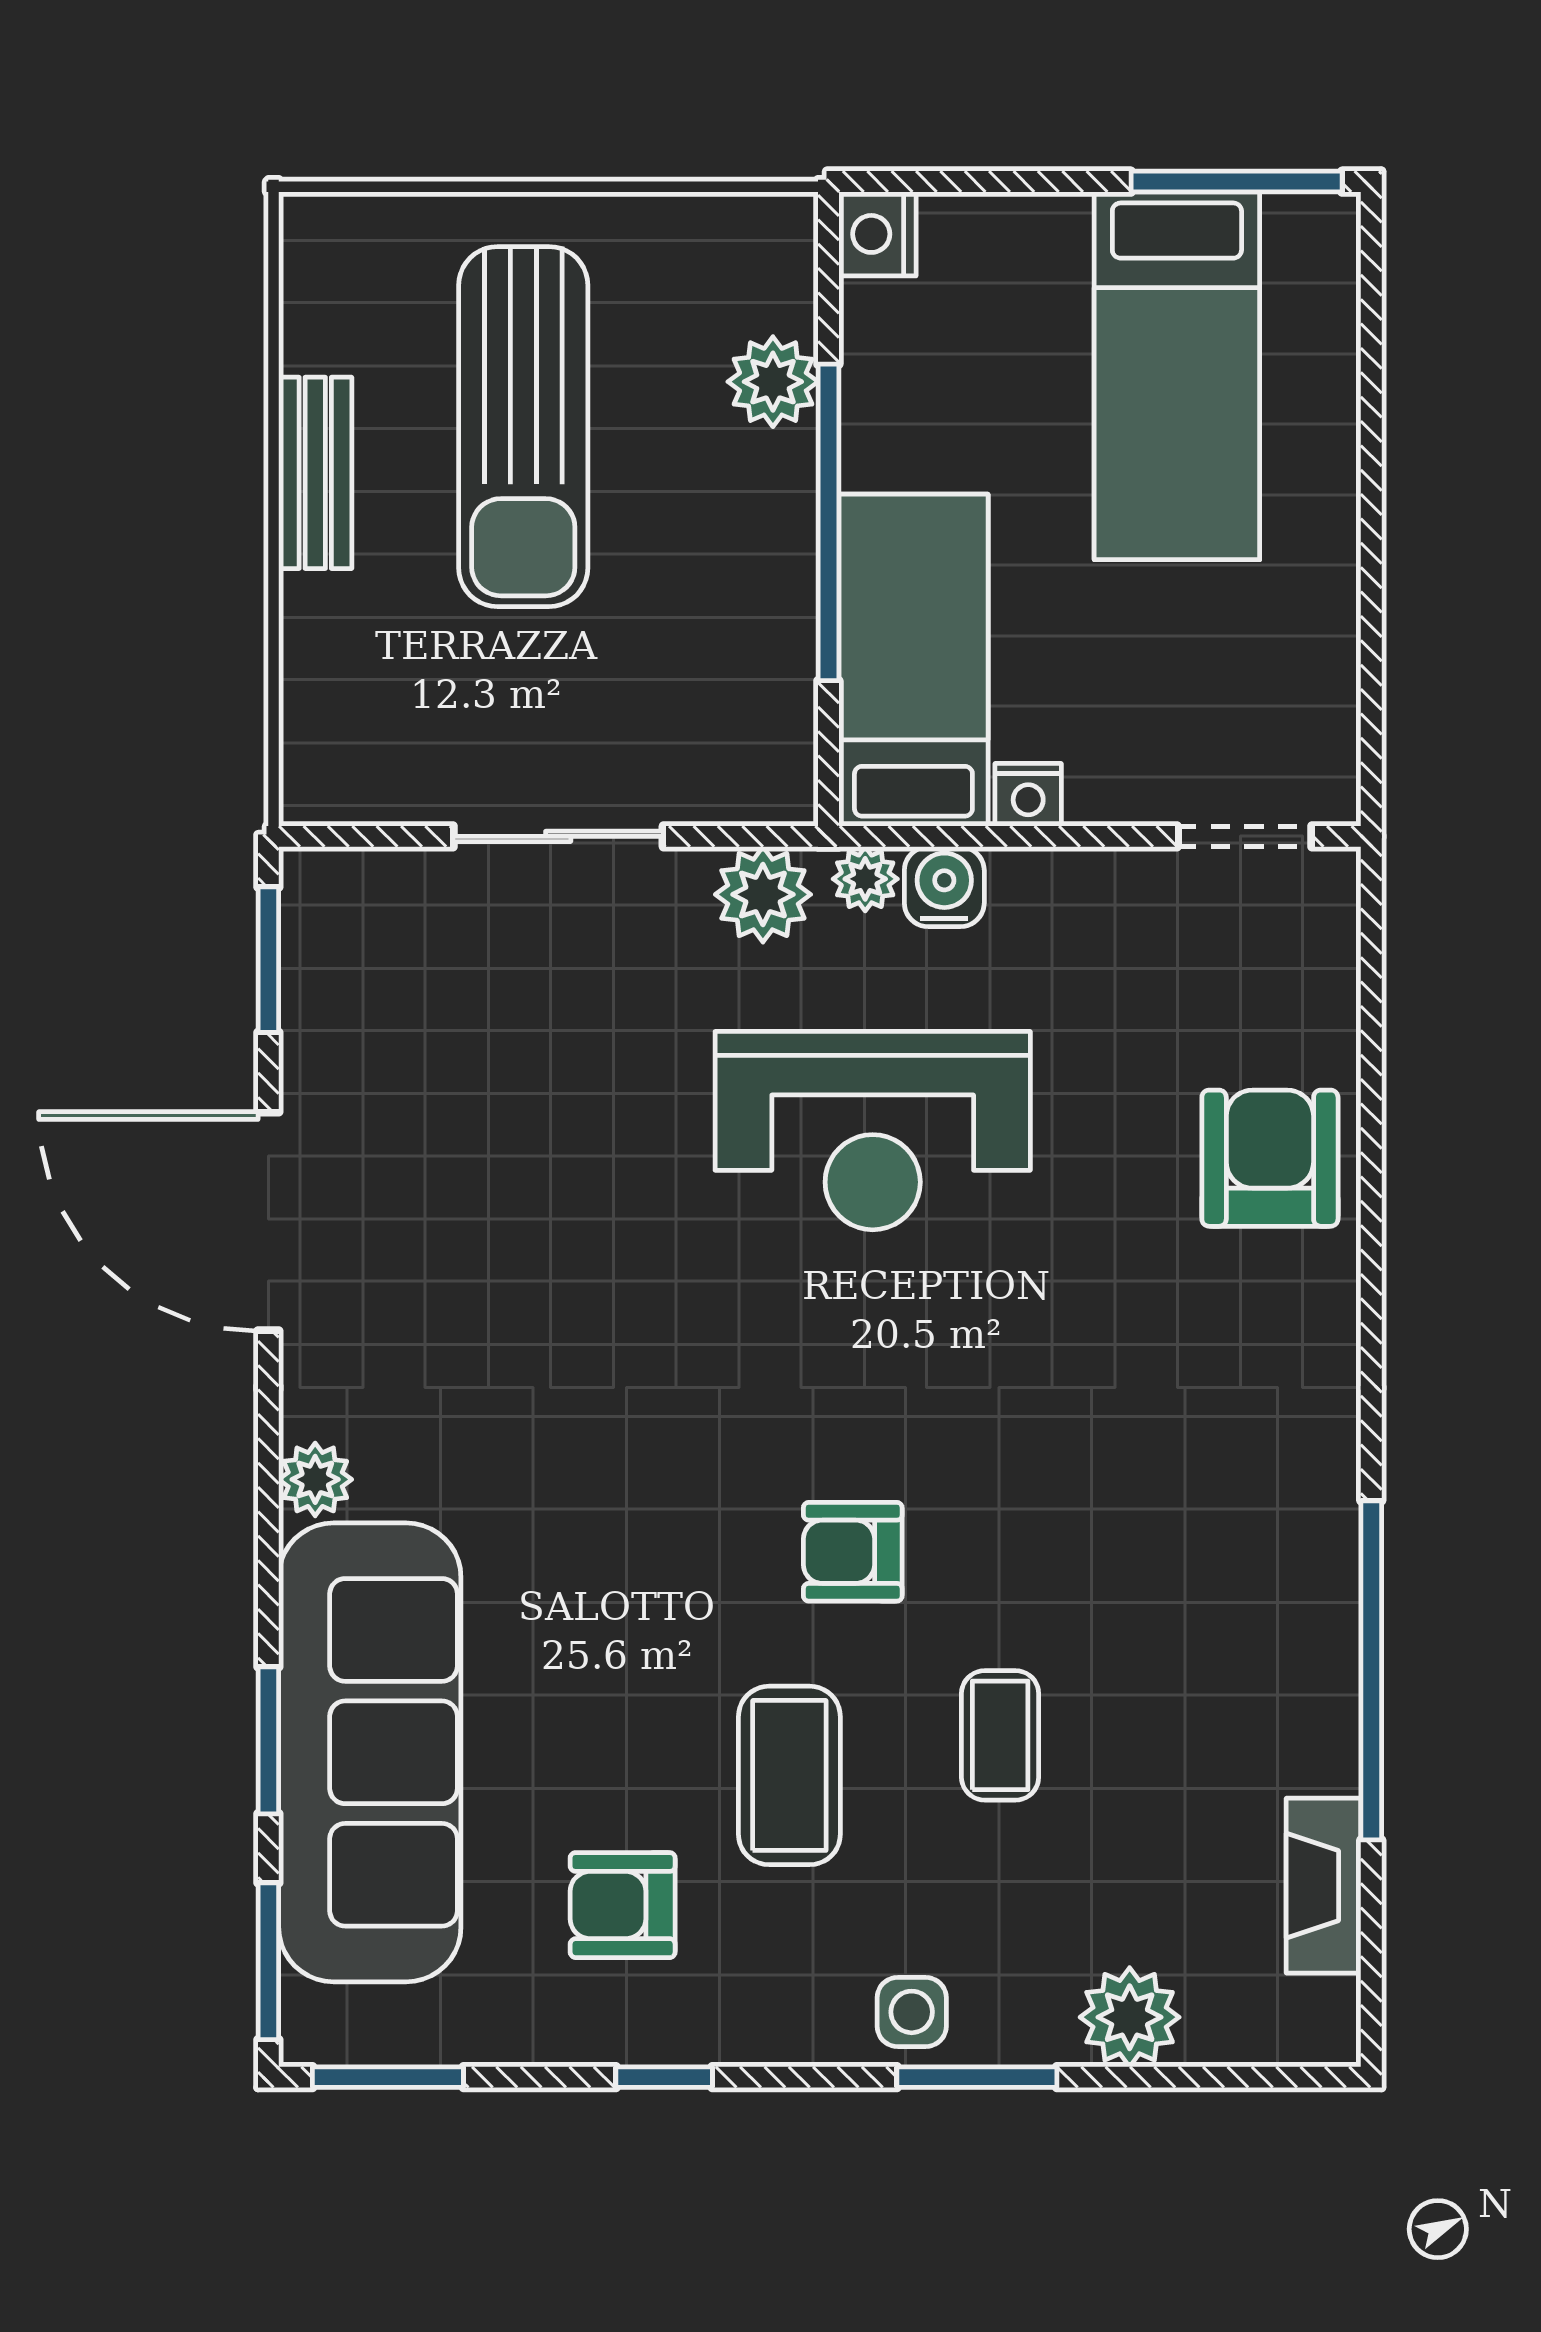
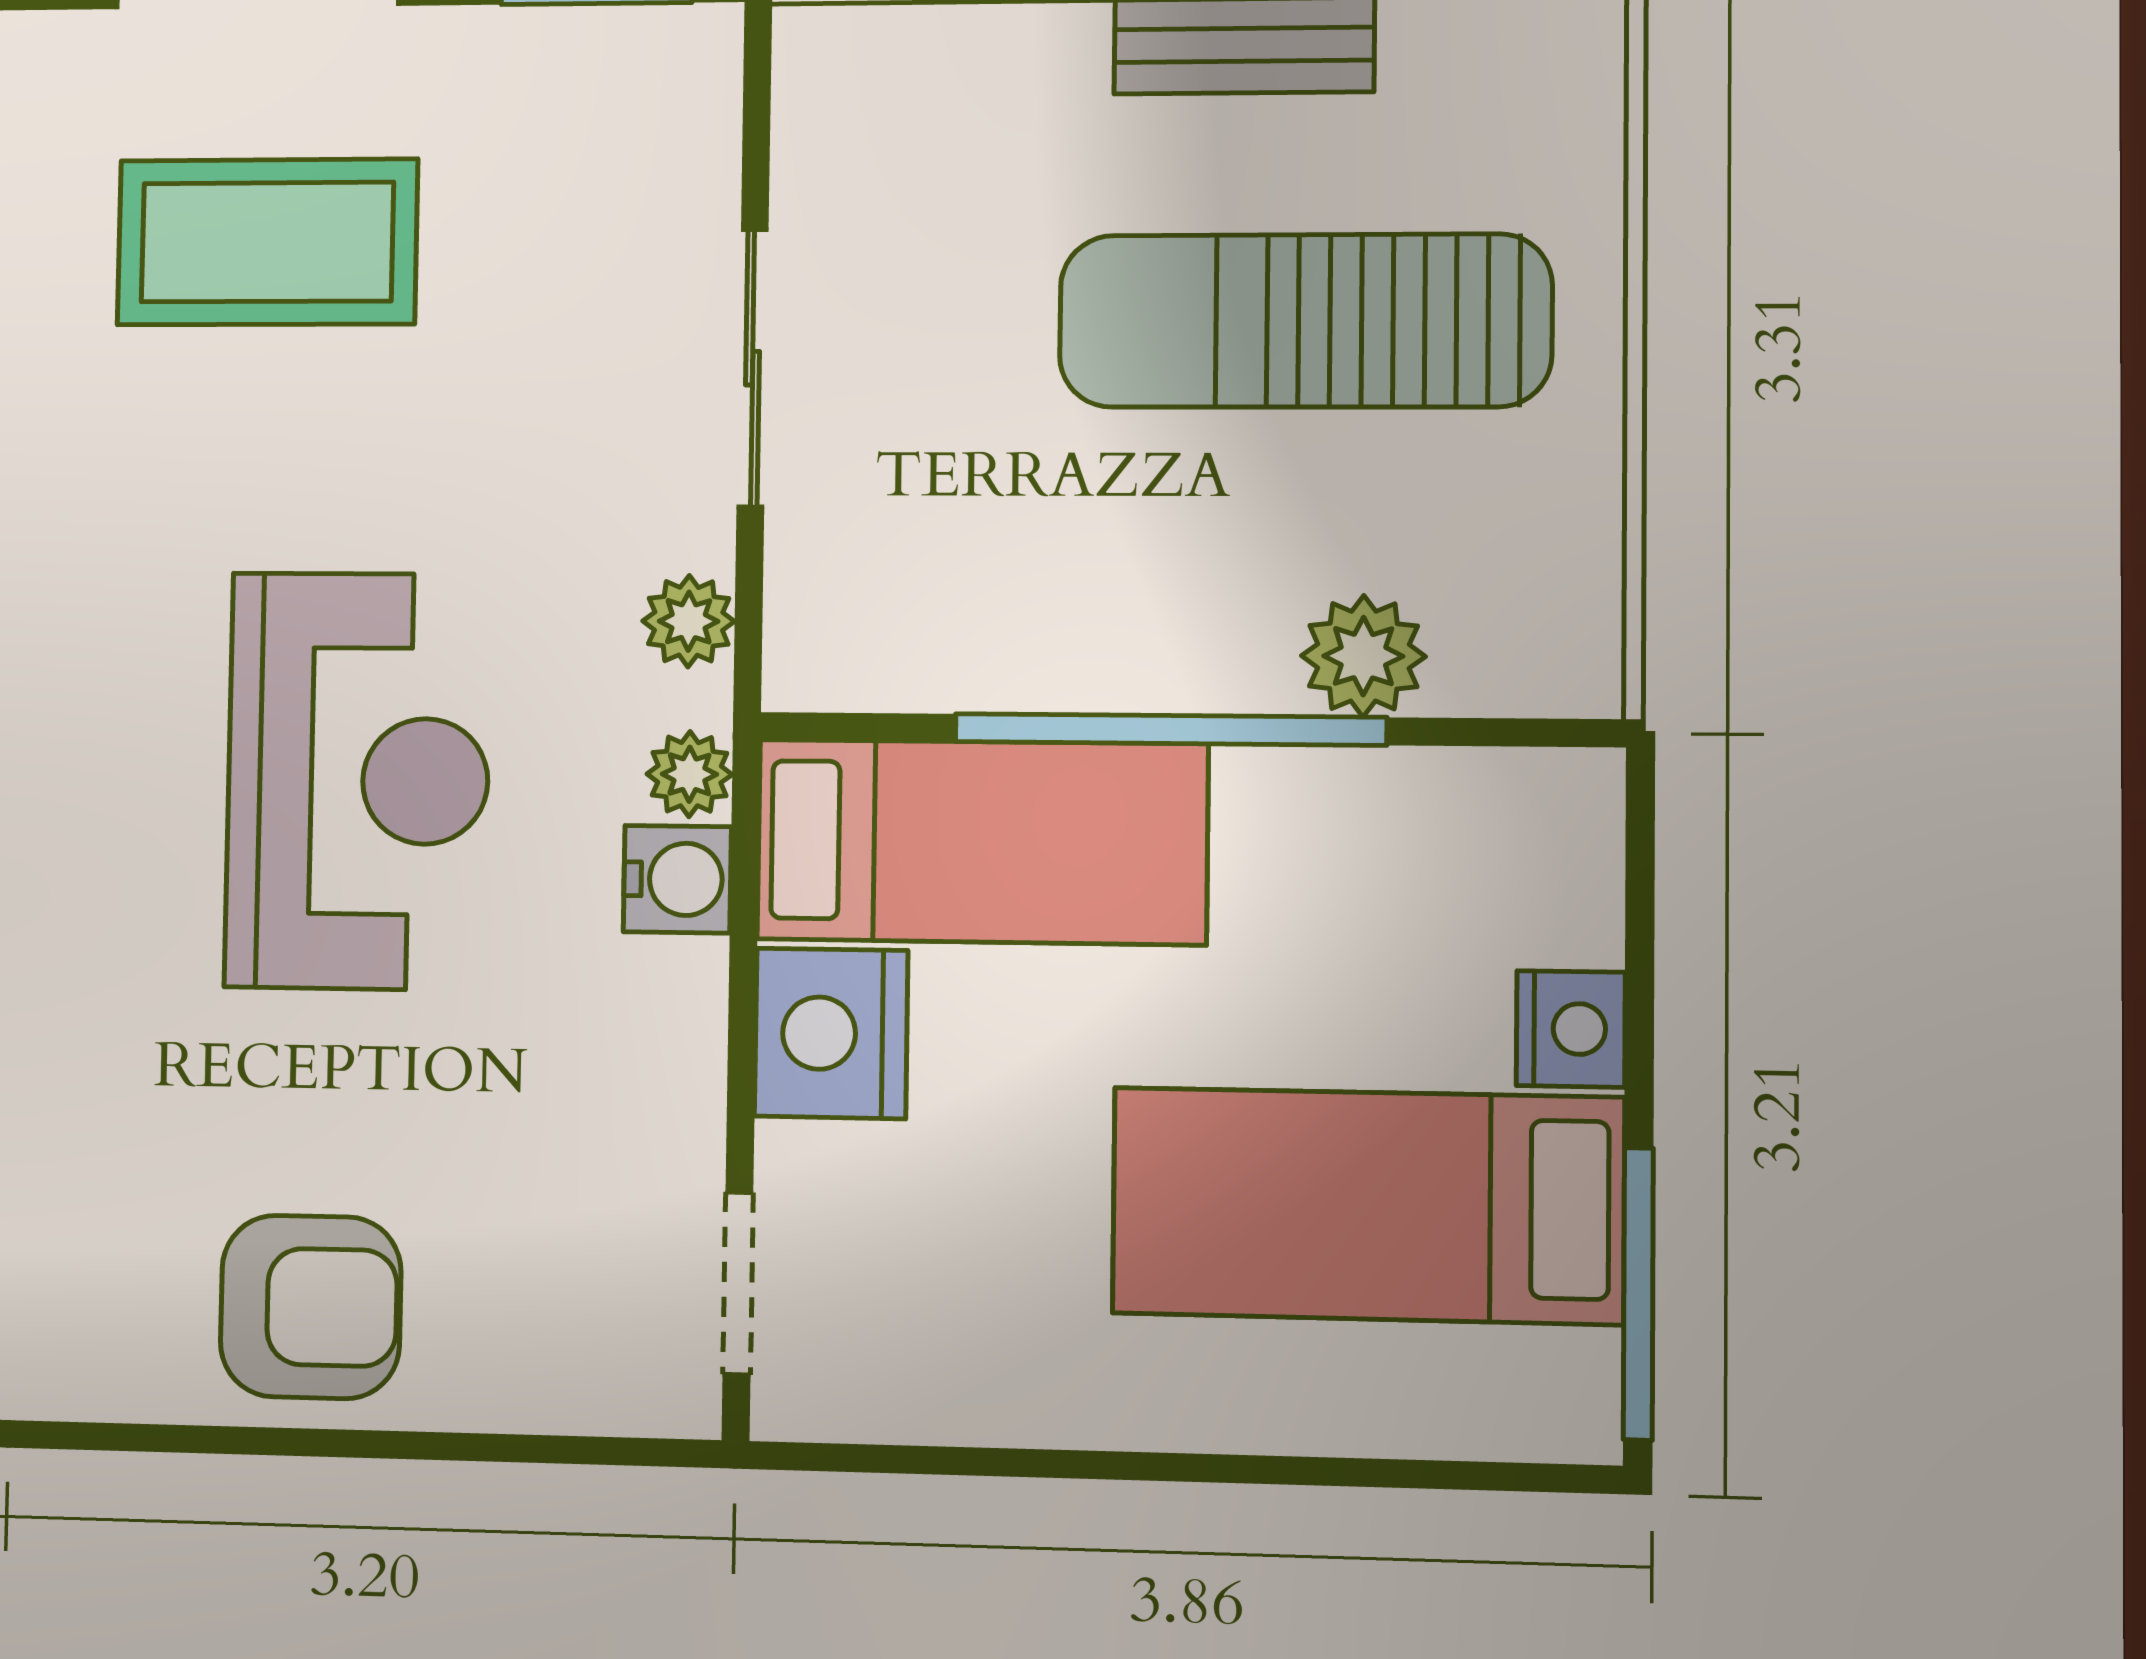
nightstand: (877, 234) -> (1571, 1029), moved, turned 90
nightstand: (1028, 795) -> (831, 1033), width x1.89, depth x1.79
plant: (763, 894) -> (689, 621), width x0.73, depth x0.73
reception desk: (873, 1131) -> (358, 781), turned 180
coffee table: (461, 1210) -> (267, 242), added

